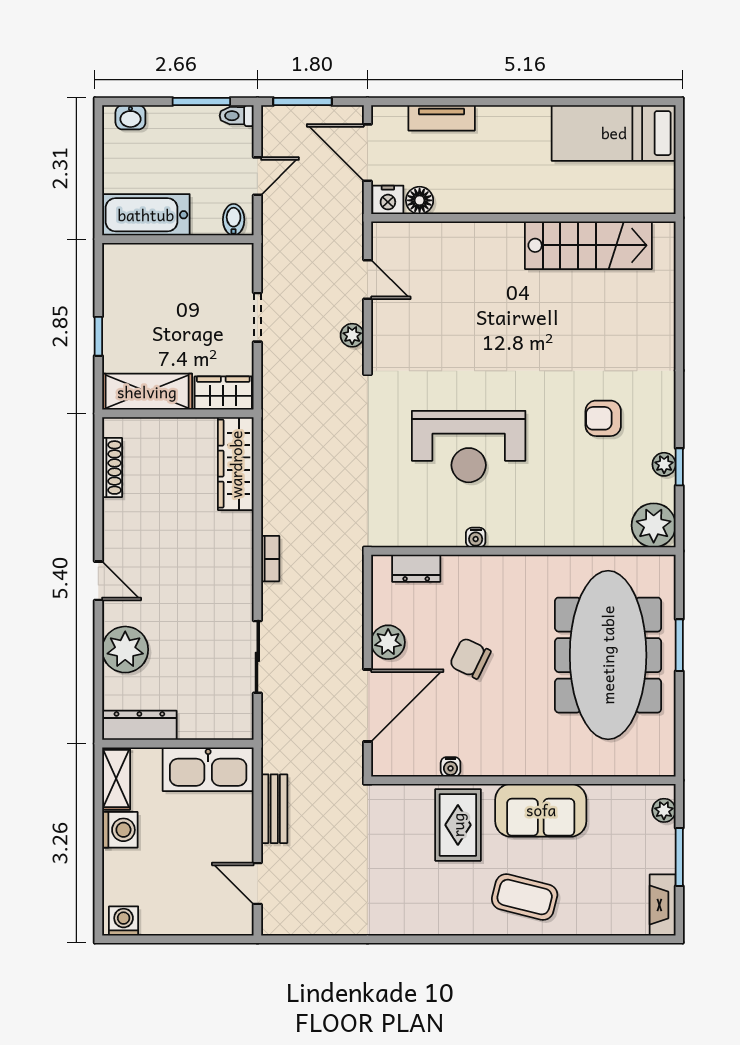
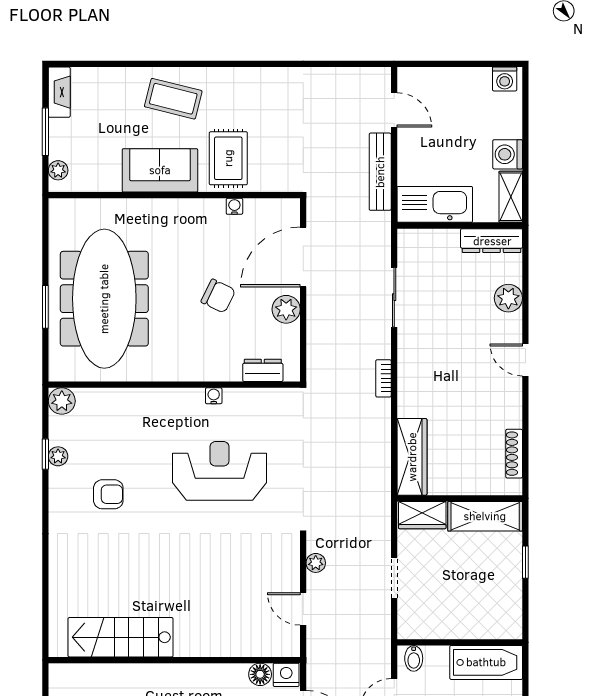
plant: (654, 525) -> (62, 401), width x0.73, depth x0.73
plant: (125, 650) -> (508, 298), width x0.73, depth x0.73
bench: (274, 809) -> (380, 172), width x1.36

